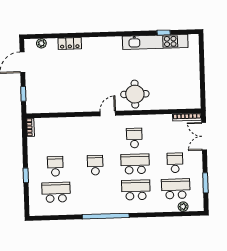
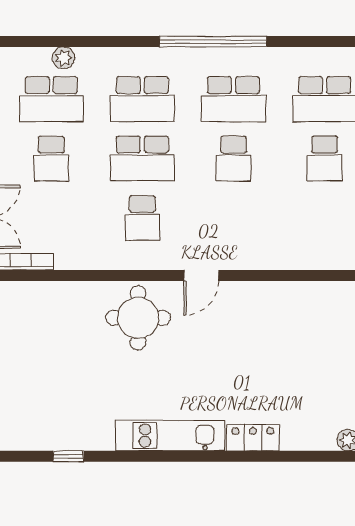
kitchen unit: (155, 42) -> (170, 436), moved, width x0.73
locker: (70, 44) -> (253, 438), moved
school desk: (96, 191) -> (233, 99), added
plant: (183, 207) -> (63, 58), moved

